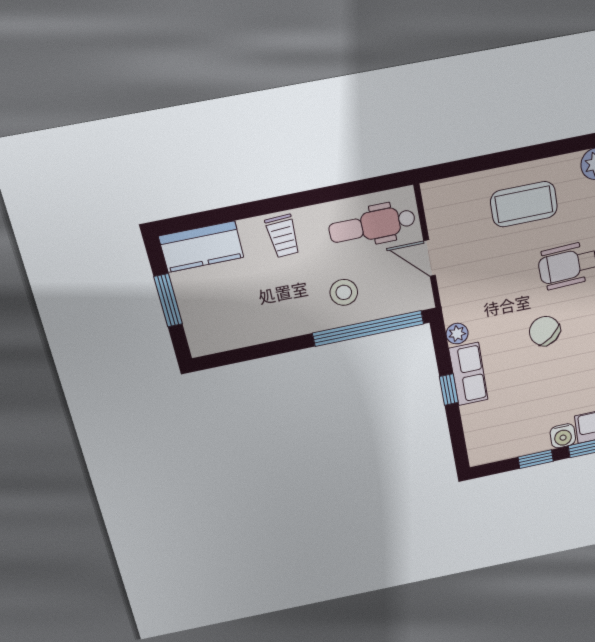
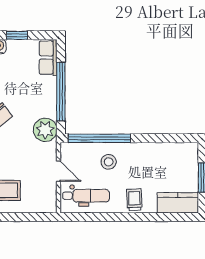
plant: (457, 334) -> (45, 130), width x1.87, depth x1.87
row of seats: (468, 374) -> (48, 58), moved
window: (449, 390) -> (61, 92), width x3.17

